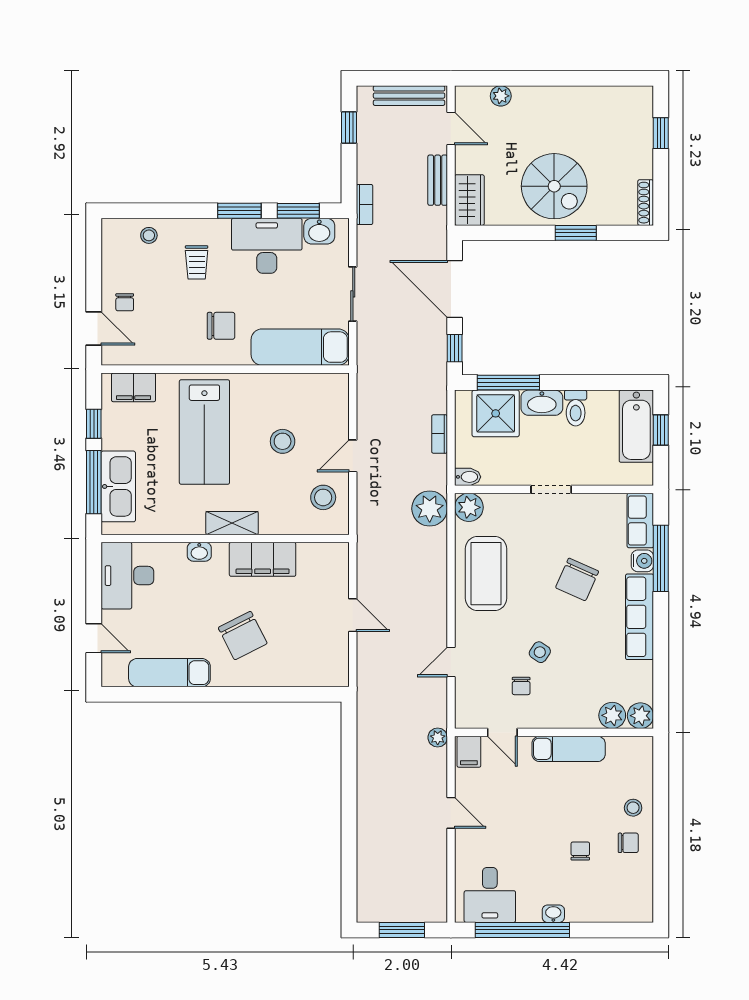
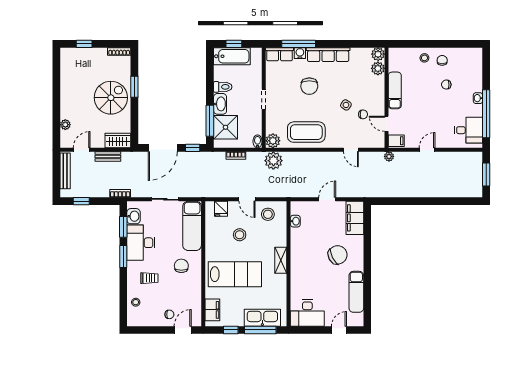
fridge: (334, 405) -> (221, 209), added
washbasin: (199, 552) -> (295, 221), moved
filing cabinet: (263, 559) -> (355, 218), moved, turned 180
chair: (577, 579) -> (309, 86), turned 66
door: (502, 732) -> (386, 124), swing flipped

